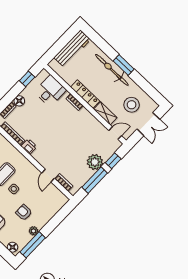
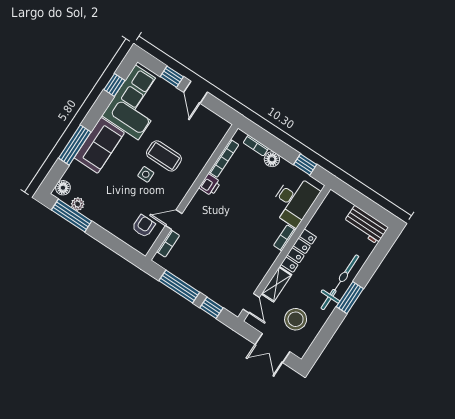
workbench: (72, 49) -> (366, 225), width x0.73
desk: (50, 91) -> (294, 201), width x1.37
plant: (95, 162) -> (205, 282), removed
armchair: (24, 212) -> (144, 226), moved
plant: (33, 231) -> (78, 204), moved

